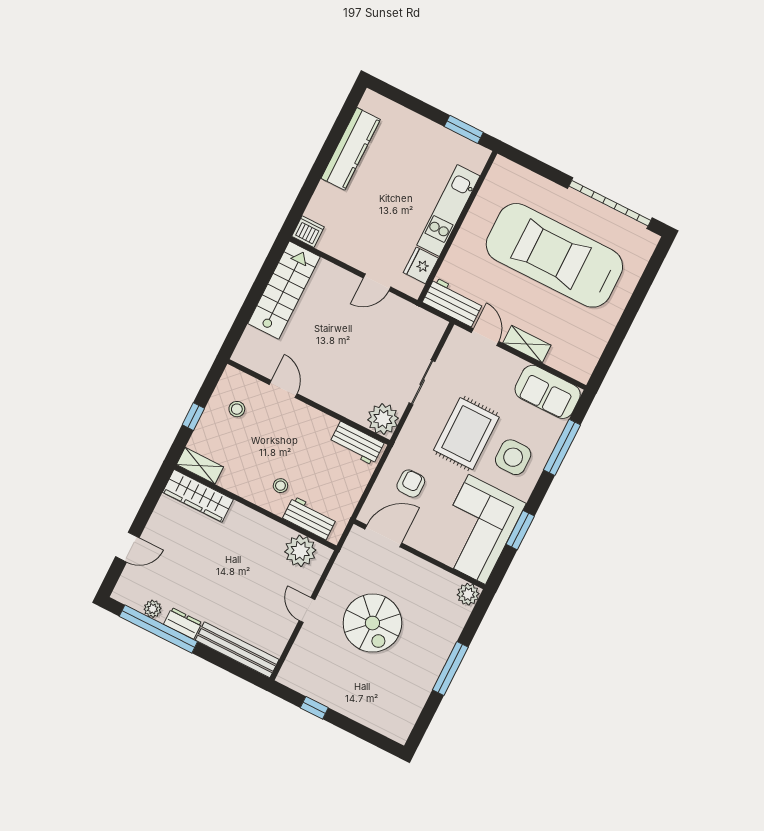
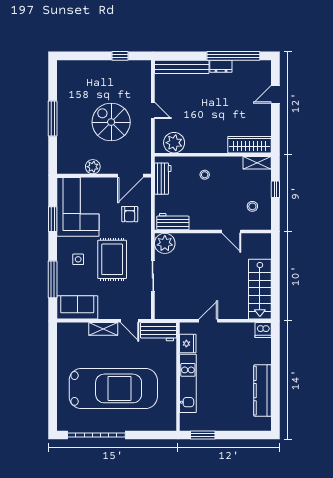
side table: (513, 457) -> (78, 259), width x0.54, depth x0.54
workbench: (310, 518) -> (163, 179), moved, turned -90
plant: (468, 594) -> (93, 167), moved
plant: (153, 609) -> (243, 66), removed

